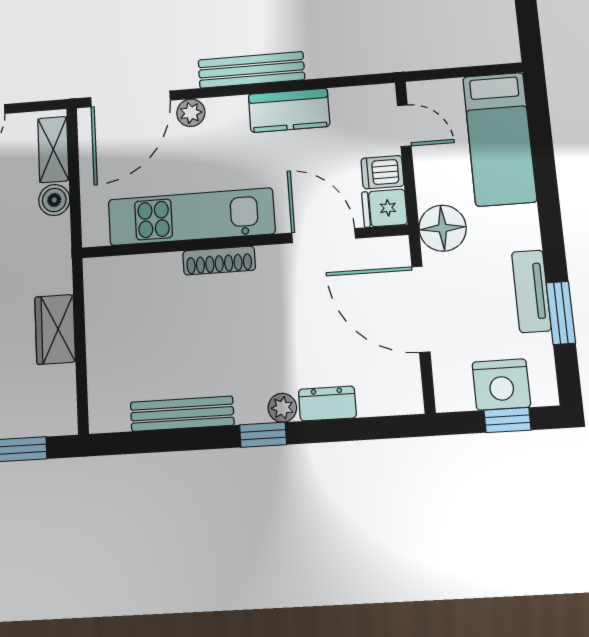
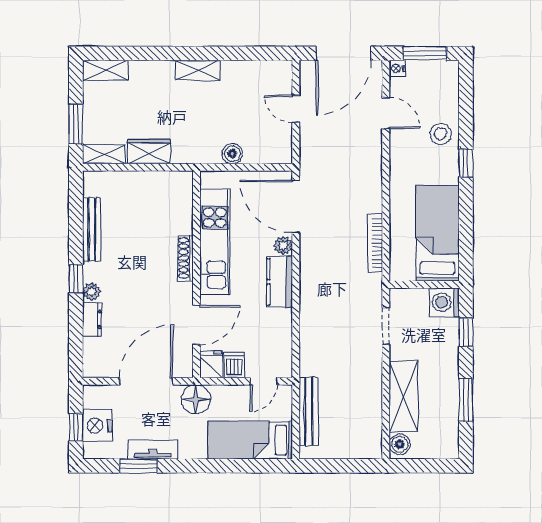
bench: (251, 70) -> (309, 411), moved
kitchen counter: (289, 110) -> (280, 282), moved
shelving: (53, 150) -> (104, 154), moved

